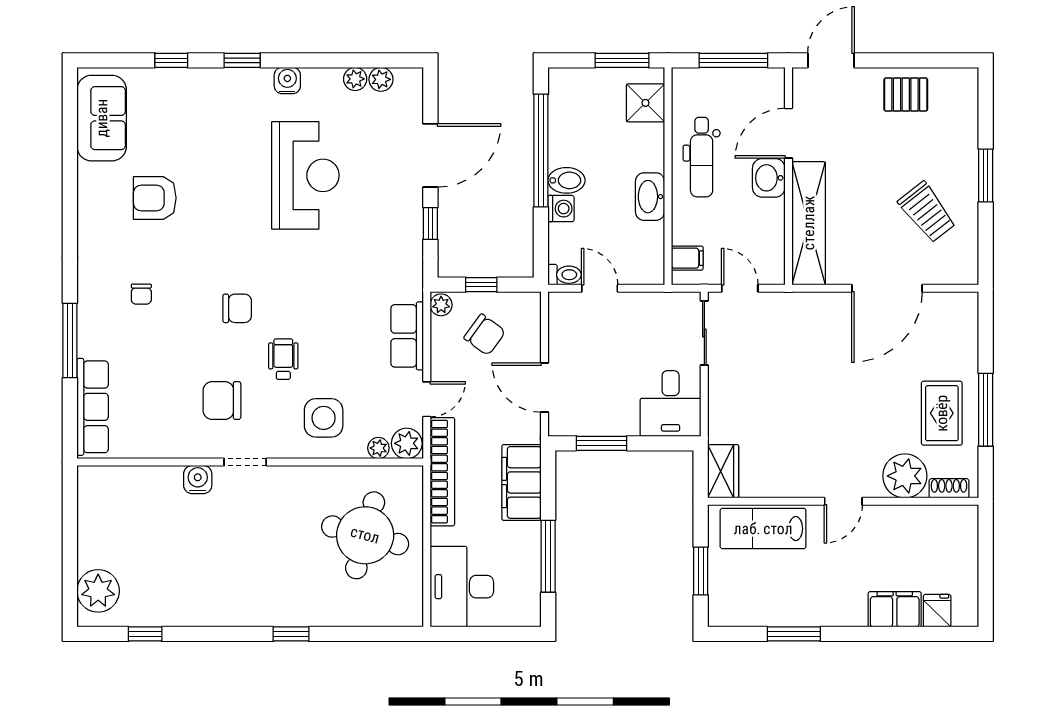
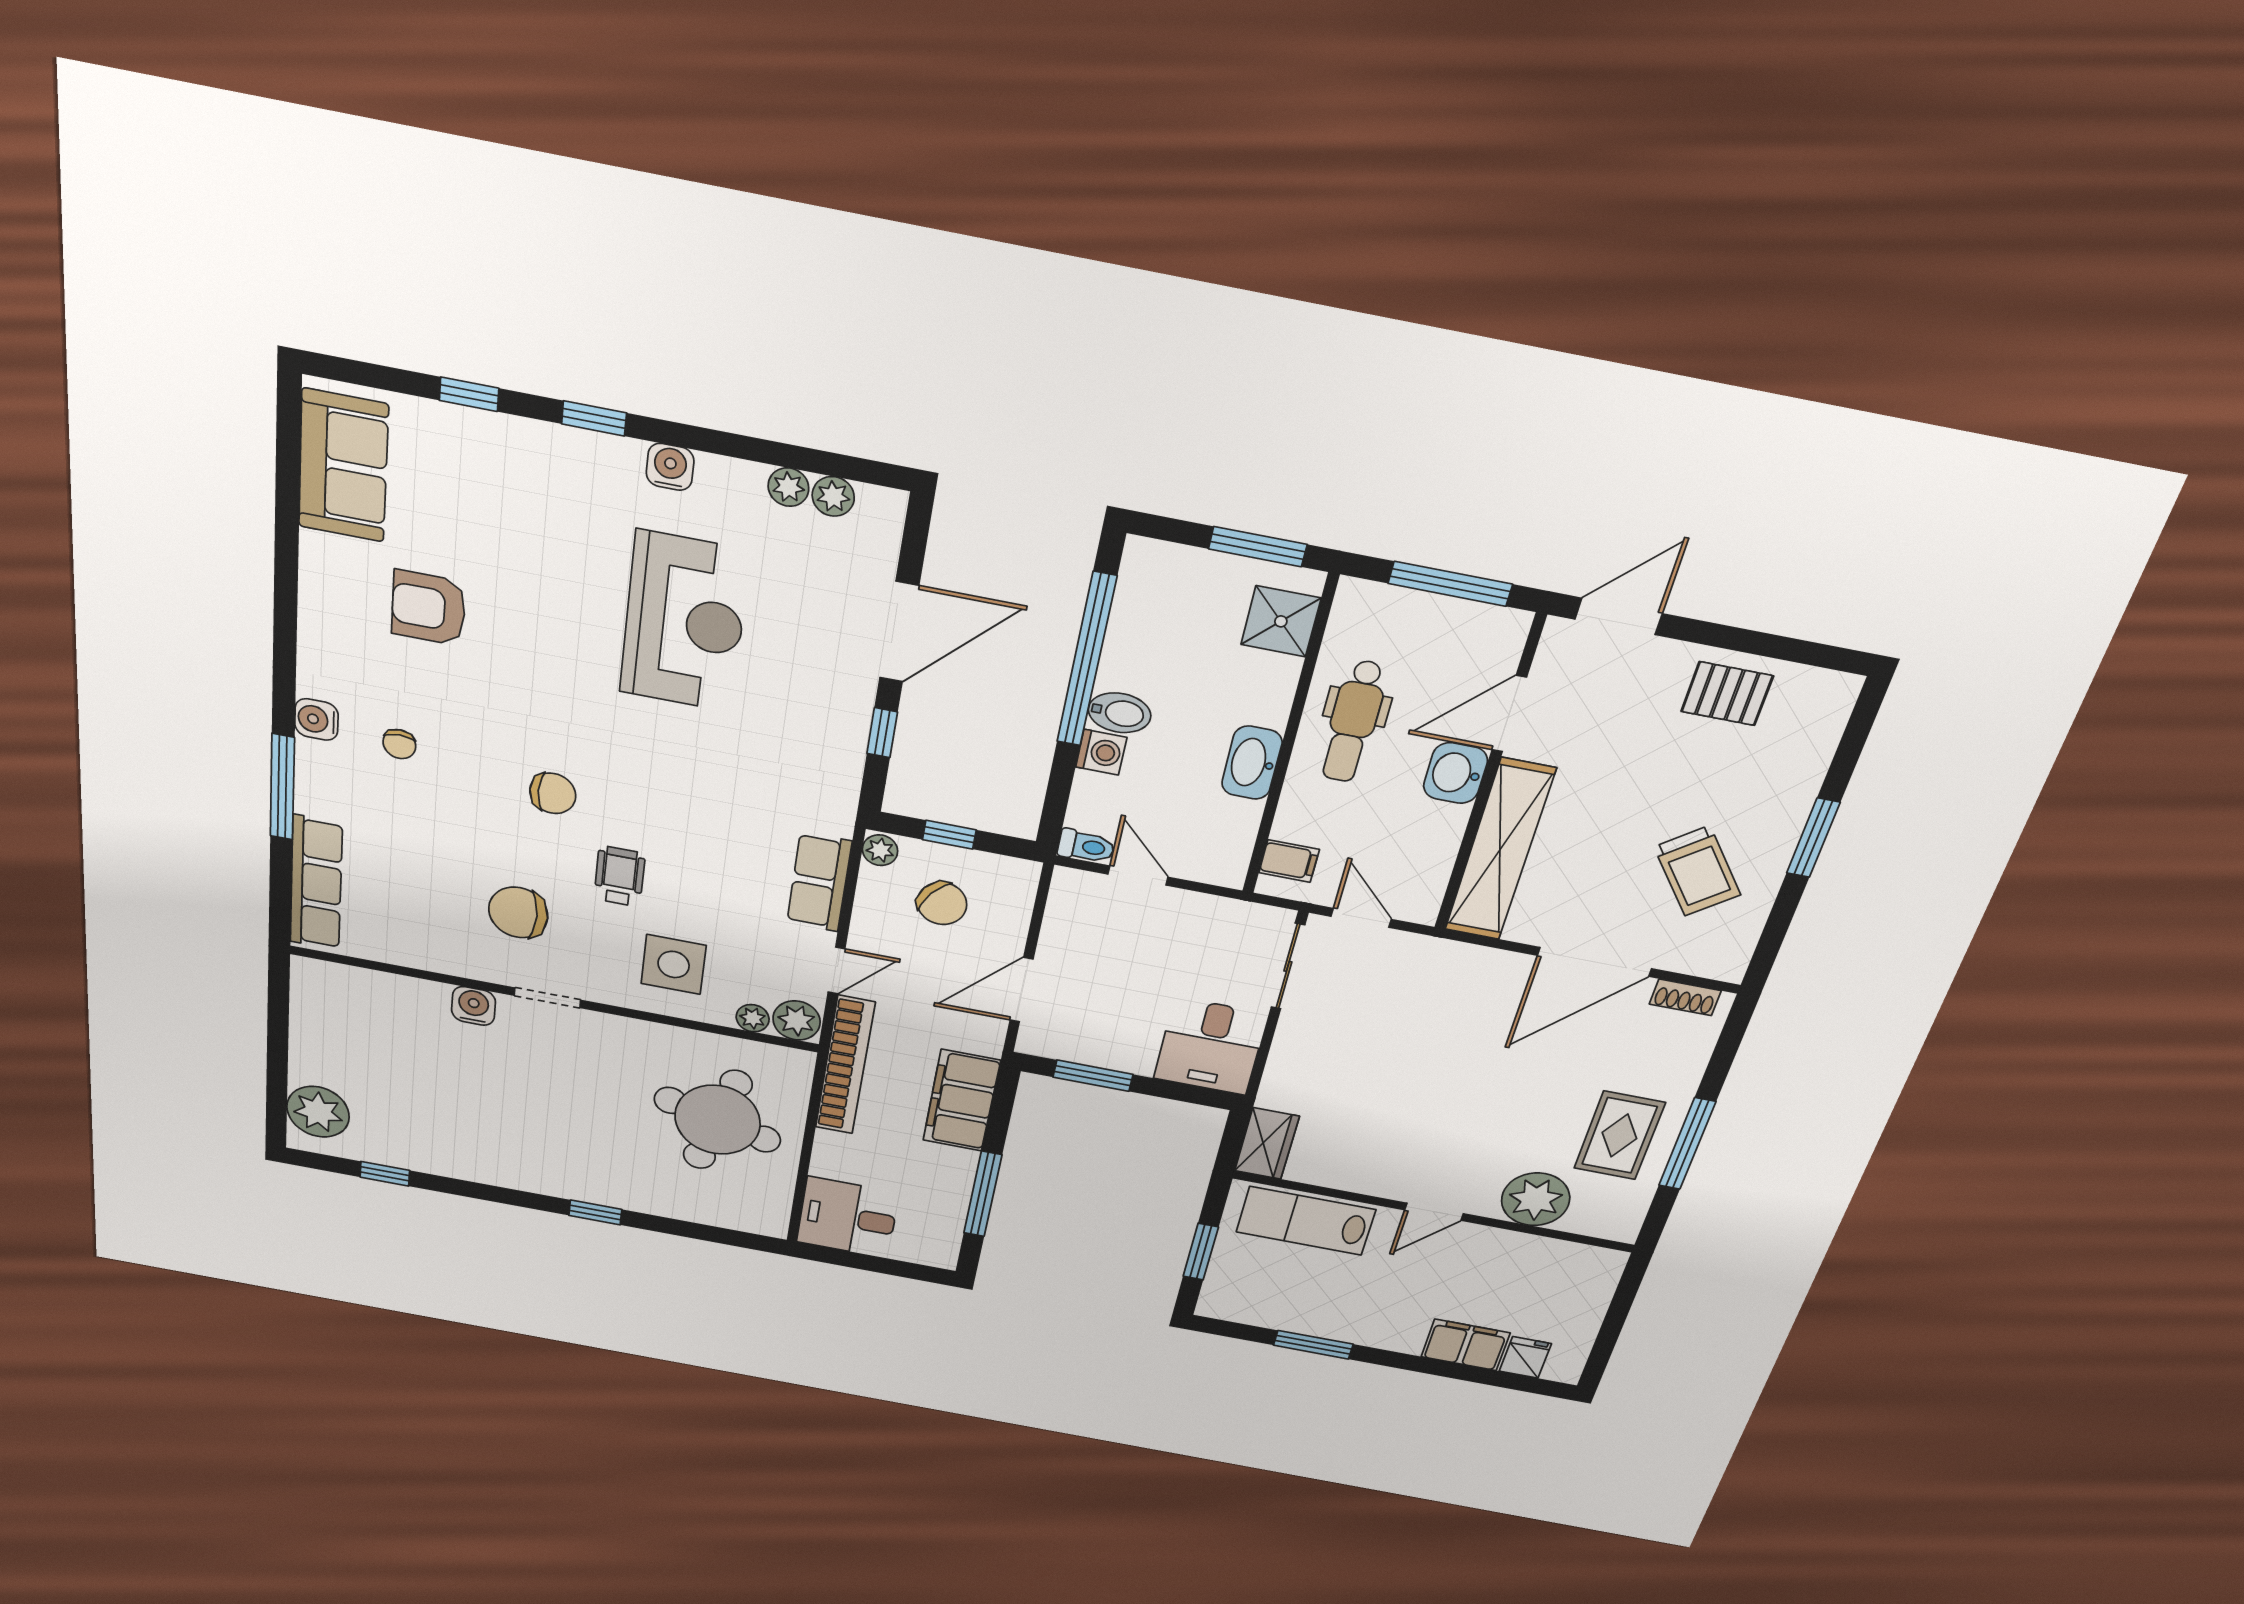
water cooler: (90, 288) -> (316, 719), added
door: (545, 388) -> (1021, 990), hinge flipped
shoe rack: (949, 488) -> (1685, 997), moved, turned 180
desk: (462, 587) -> (848, 1217), width x0.73

